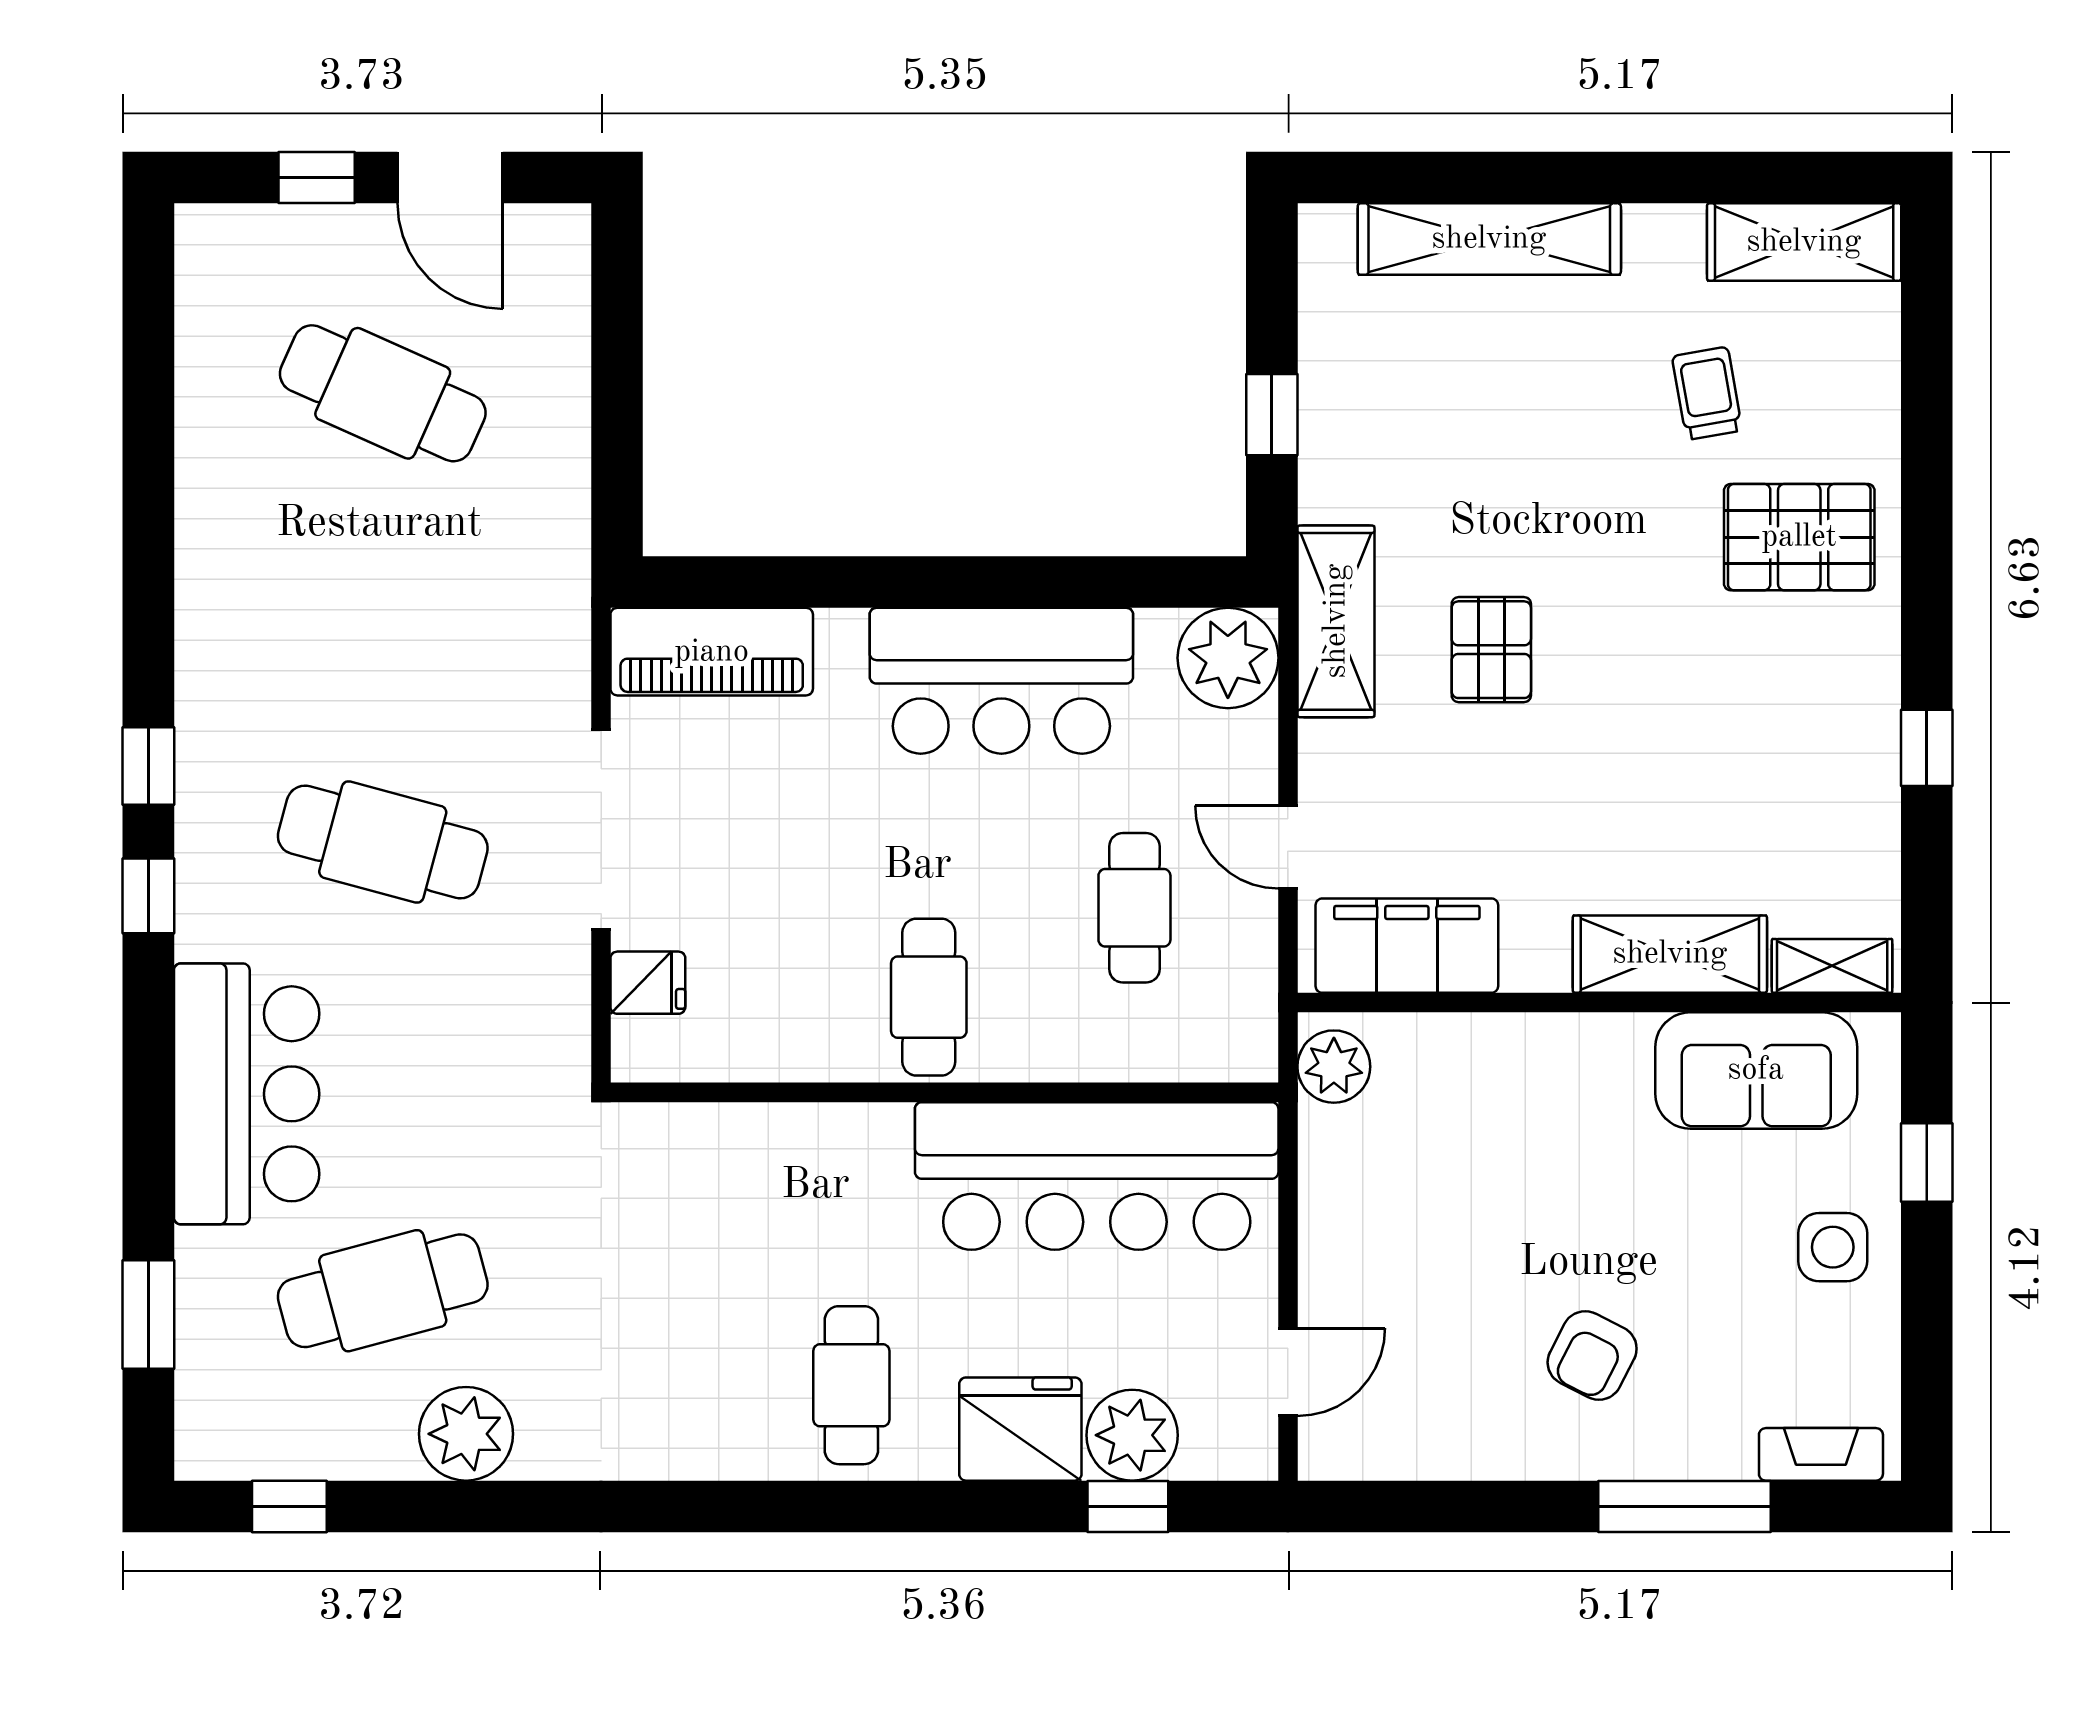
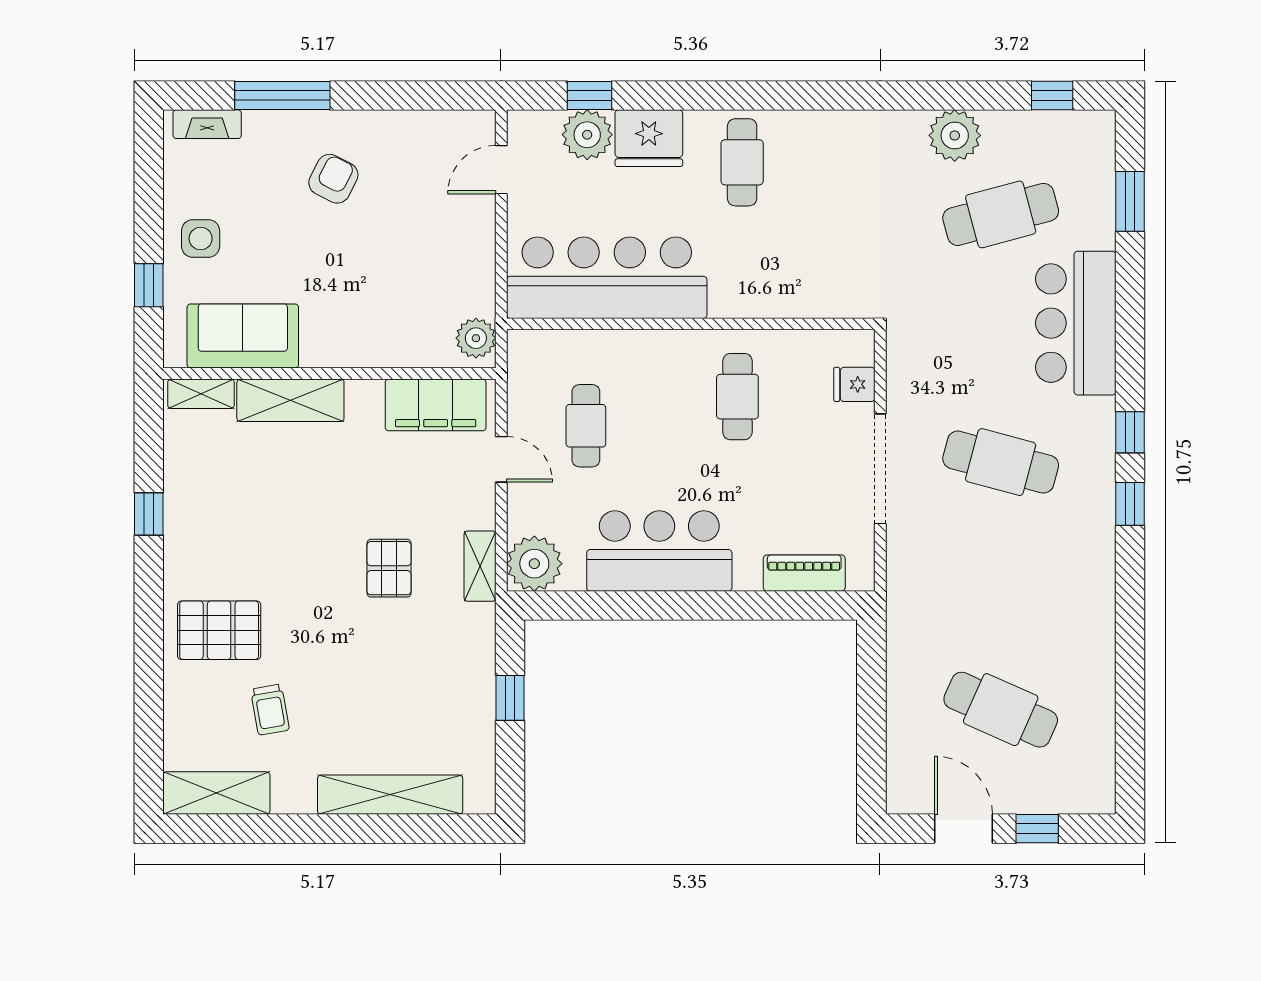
shelving: (1336, 621) -> (480, 566), width x0.67, depth x0.75
piano: (712, 652) -> (804, 573), width x0.73, depth x0.75
cafe table: (929, 997) -> (737, 397), moved

